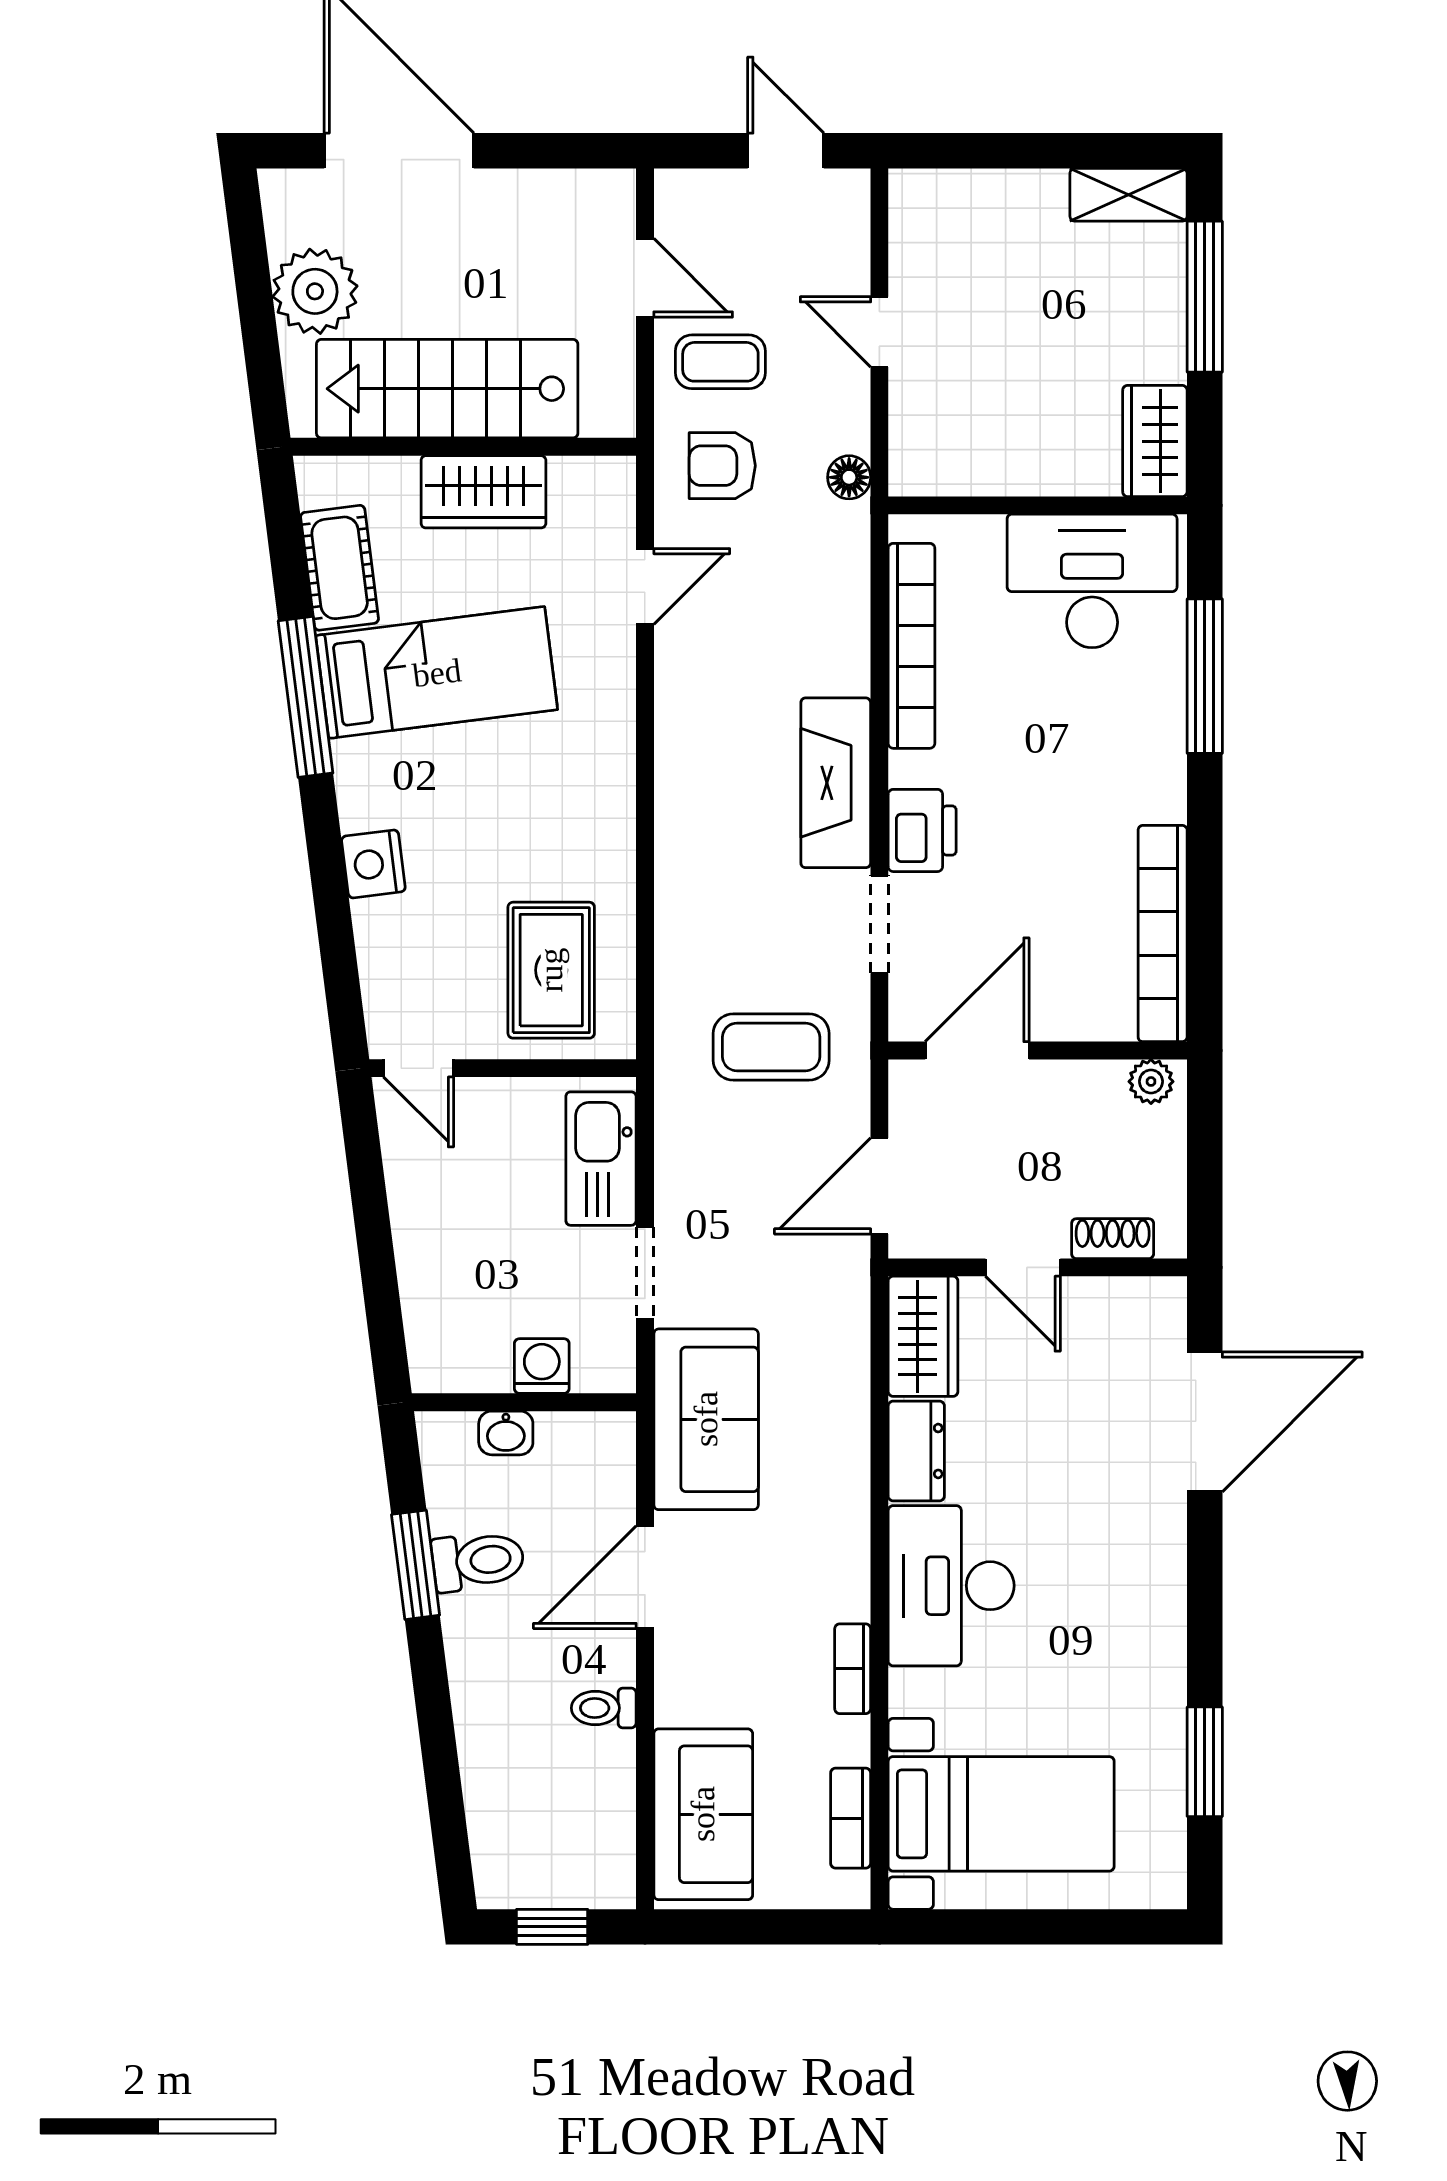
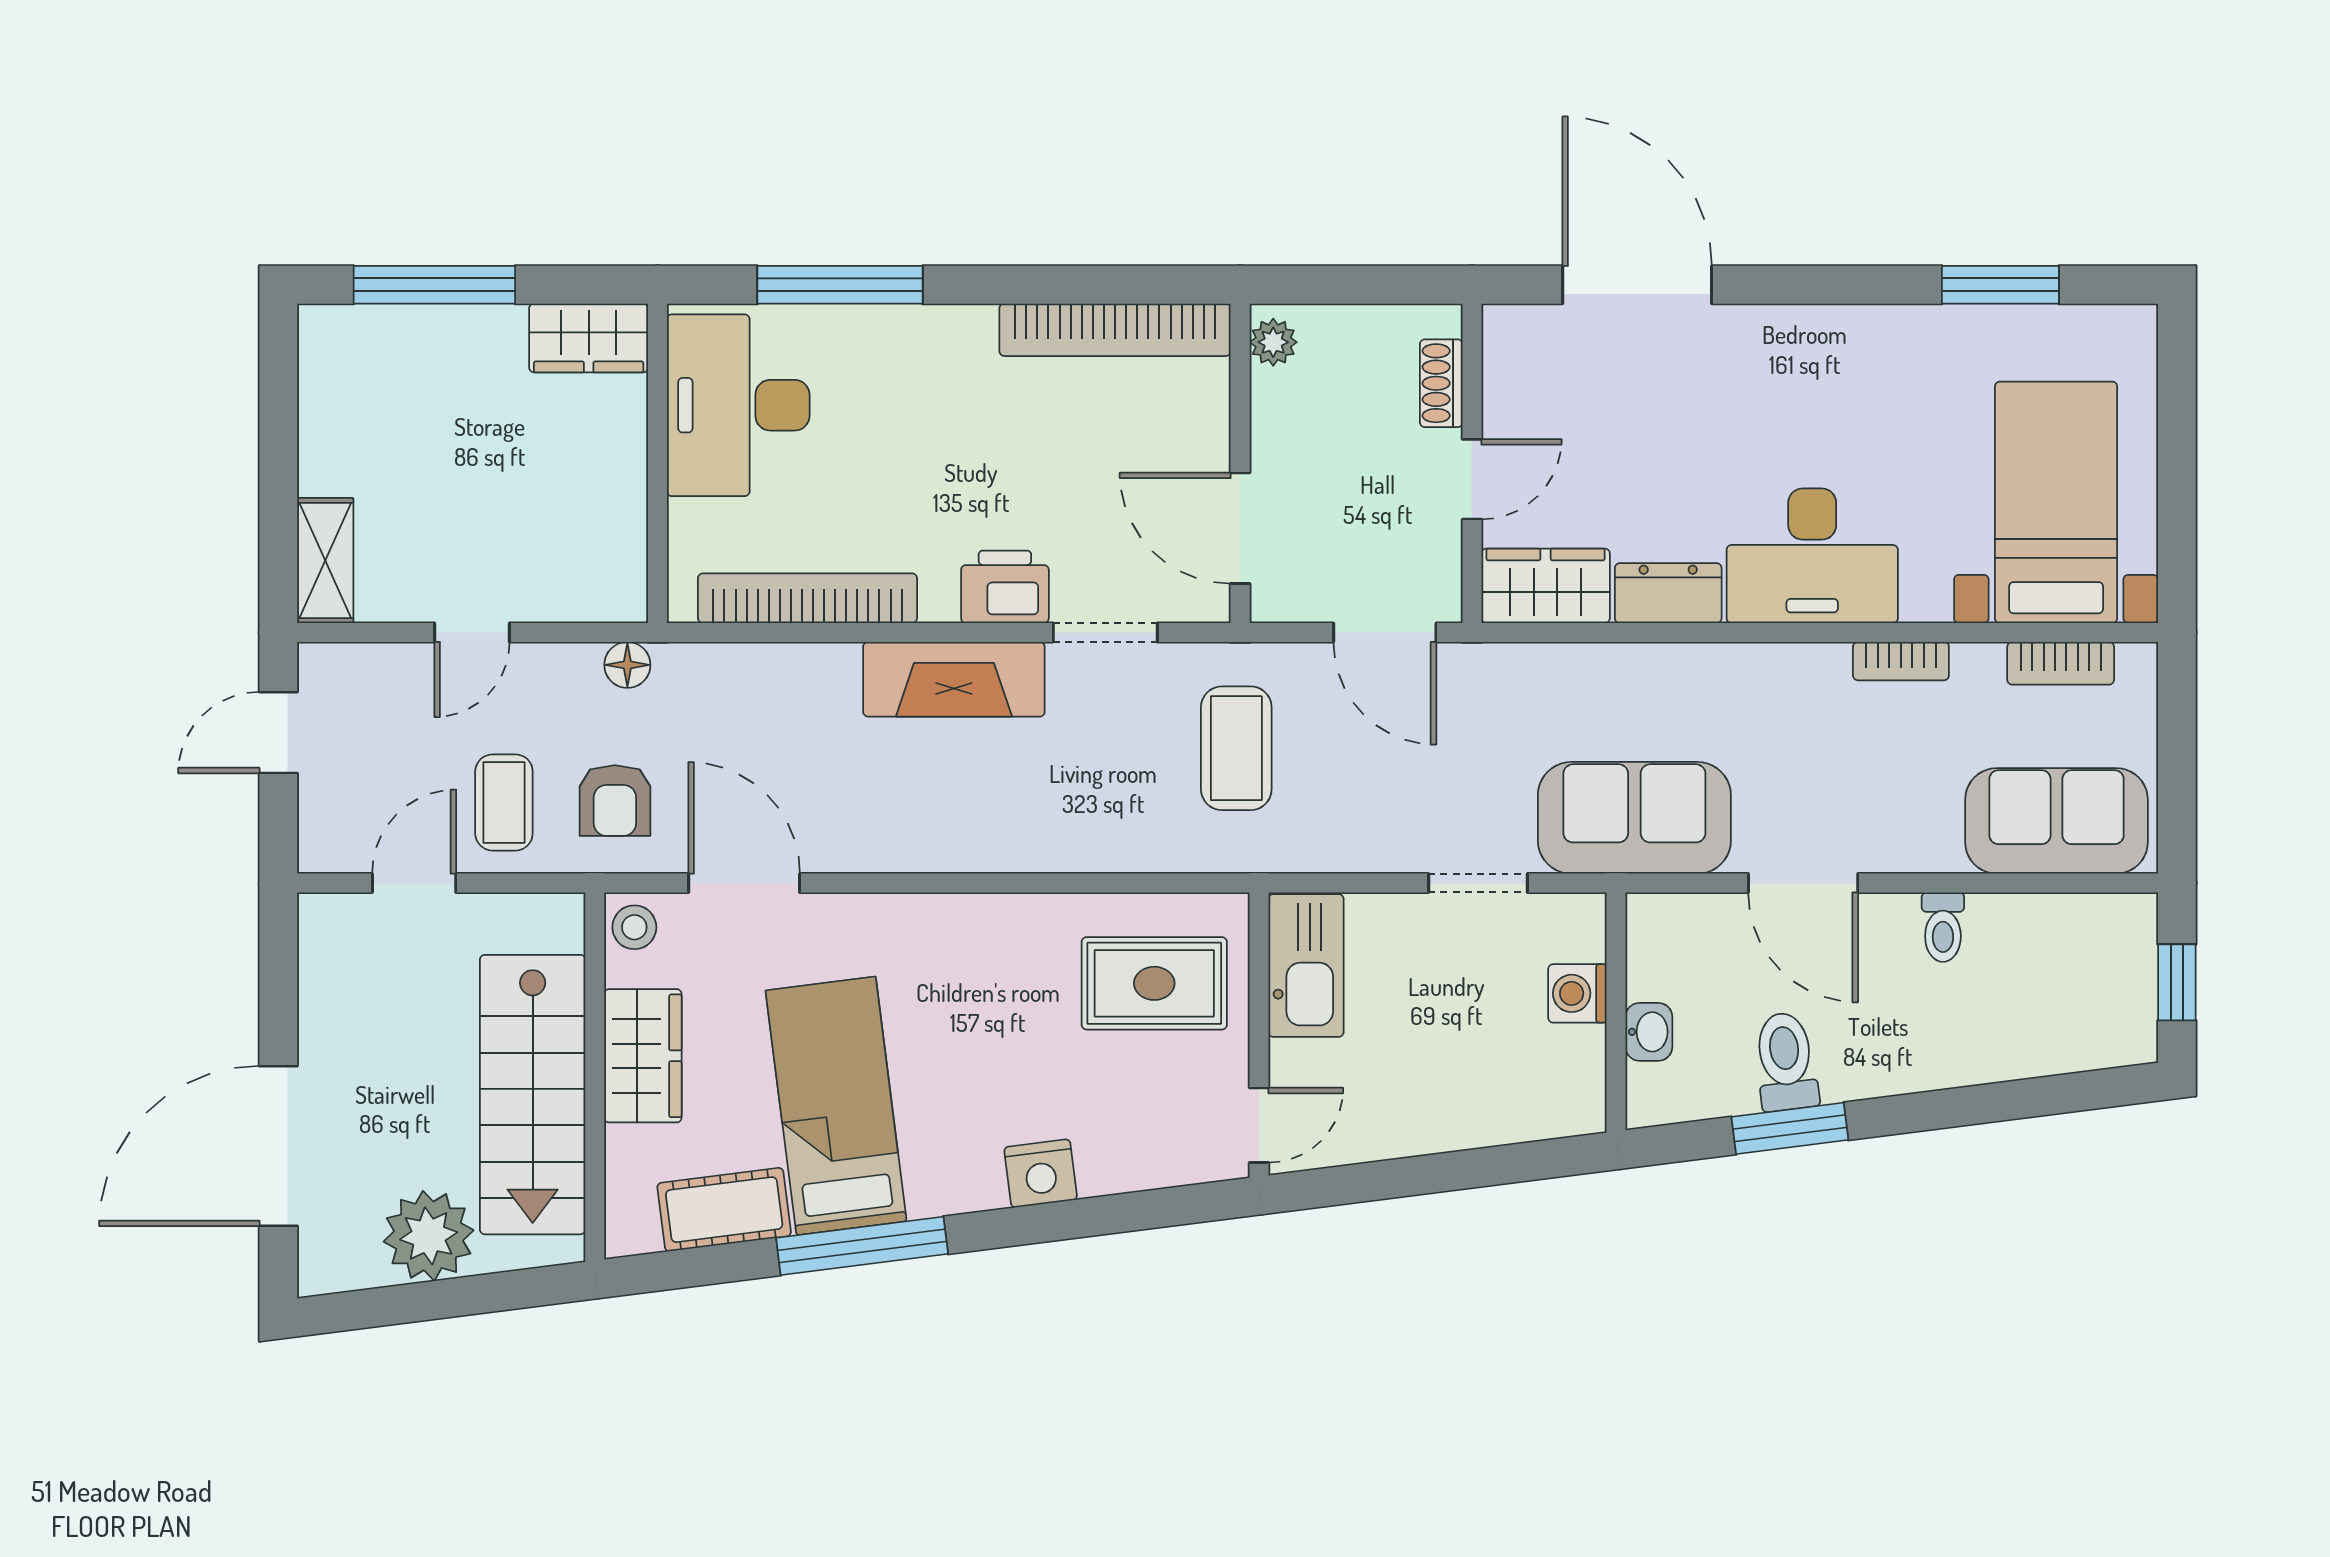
shelving: (1129, 195) -> (325, 560), moved
stool: (604, 484) -> (634, 927), added
door: (645, 586) -> (744, 883), width x1.38
kitchen sink: (601, 1159) -> (1306, 966), moved, turned -90

